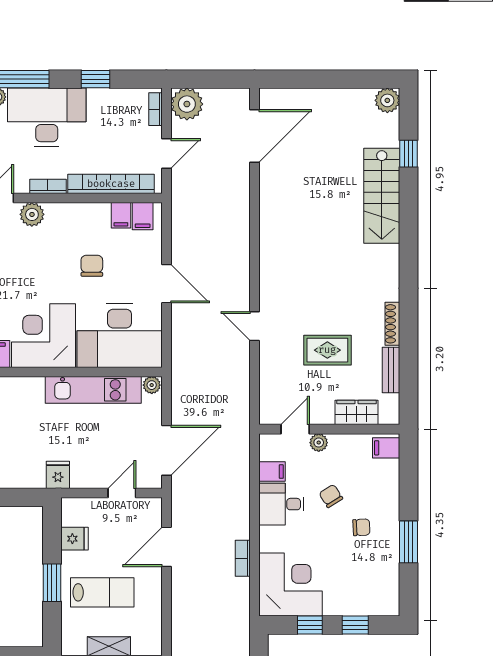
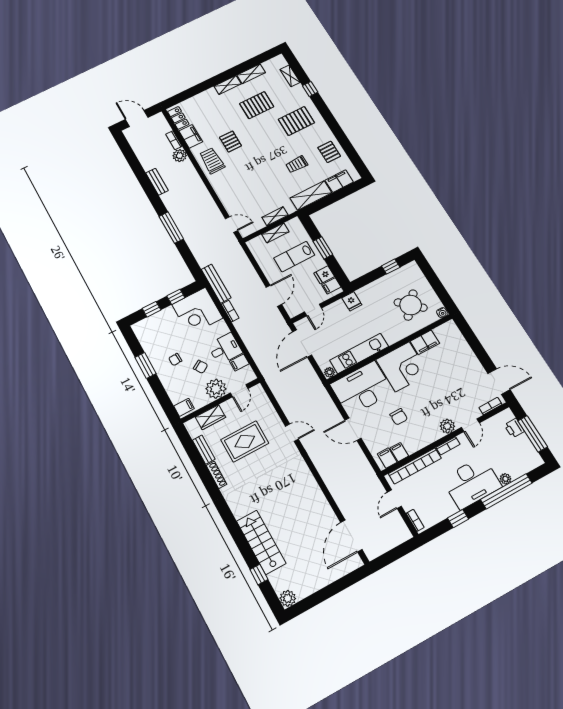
plant: (187, 104) -> (399, 533), removed
rug: (327, 350) -> (245, 441), width x1.36, depth x1.43
plant: (319, 443) -> (216, 389), width x1.87, depth x1.87
filing cabinet: (74, 516) -> (331, 286), added
bench: (240, 613) -> (216, 284), added

